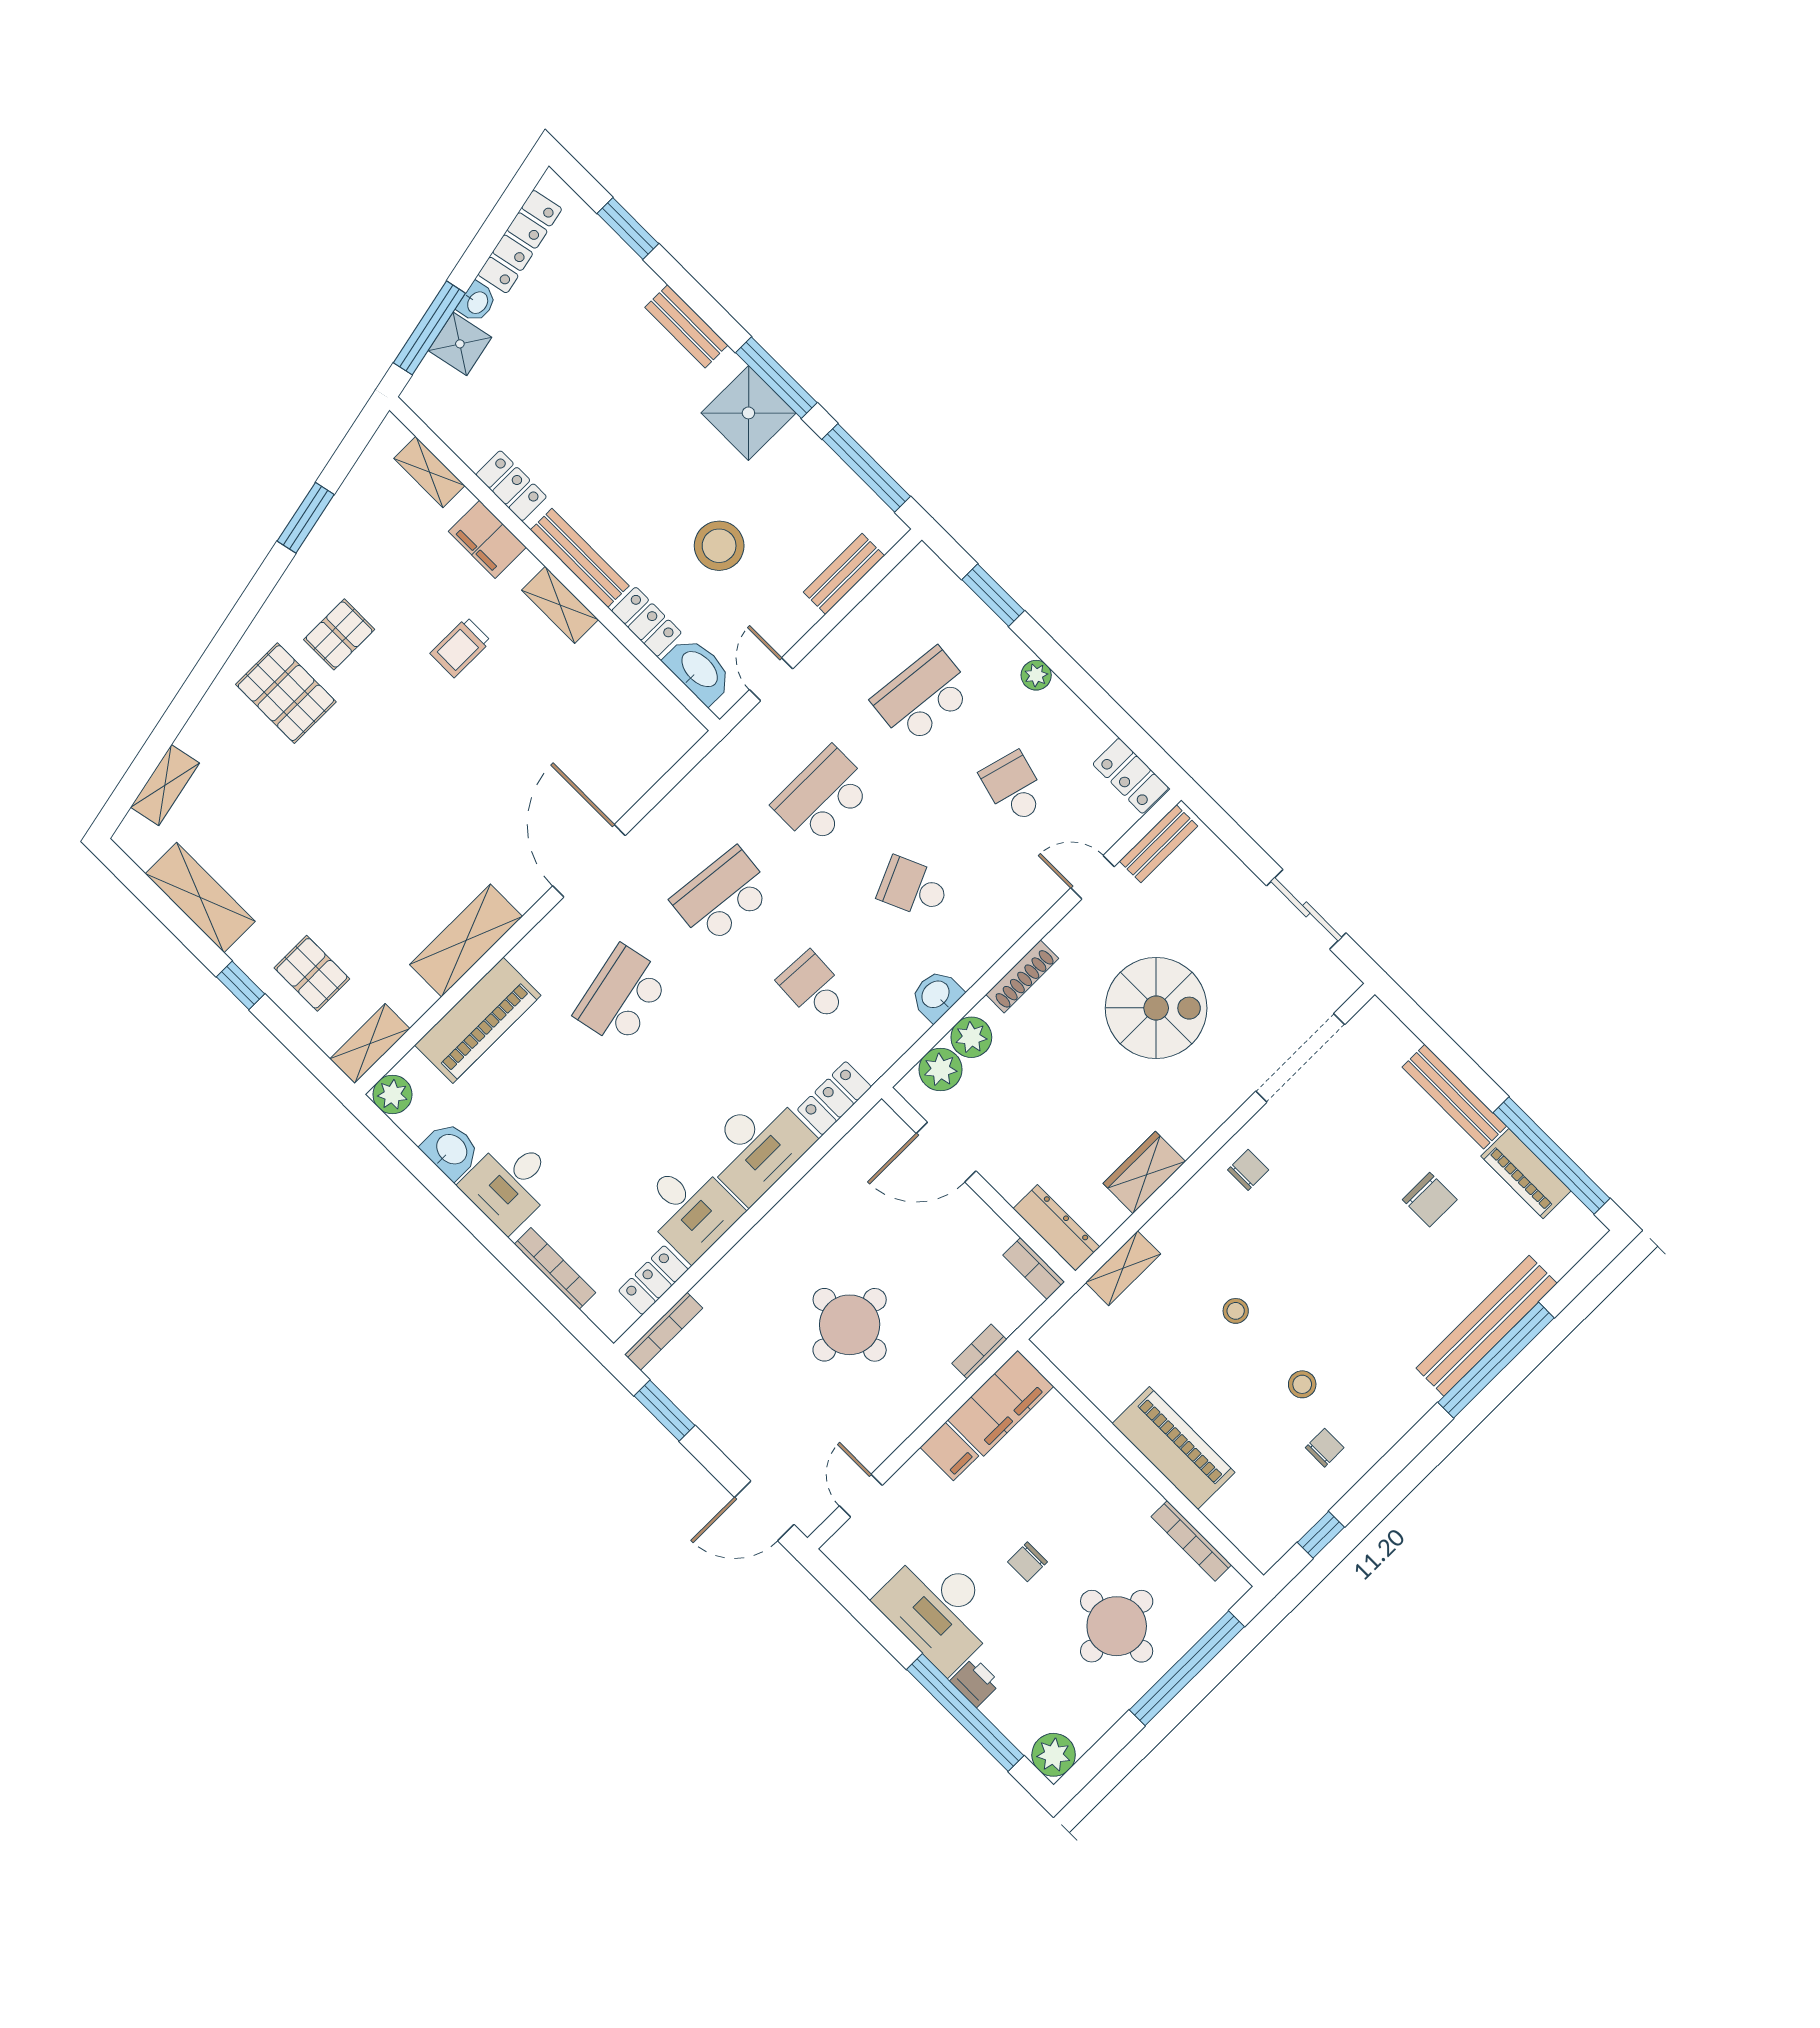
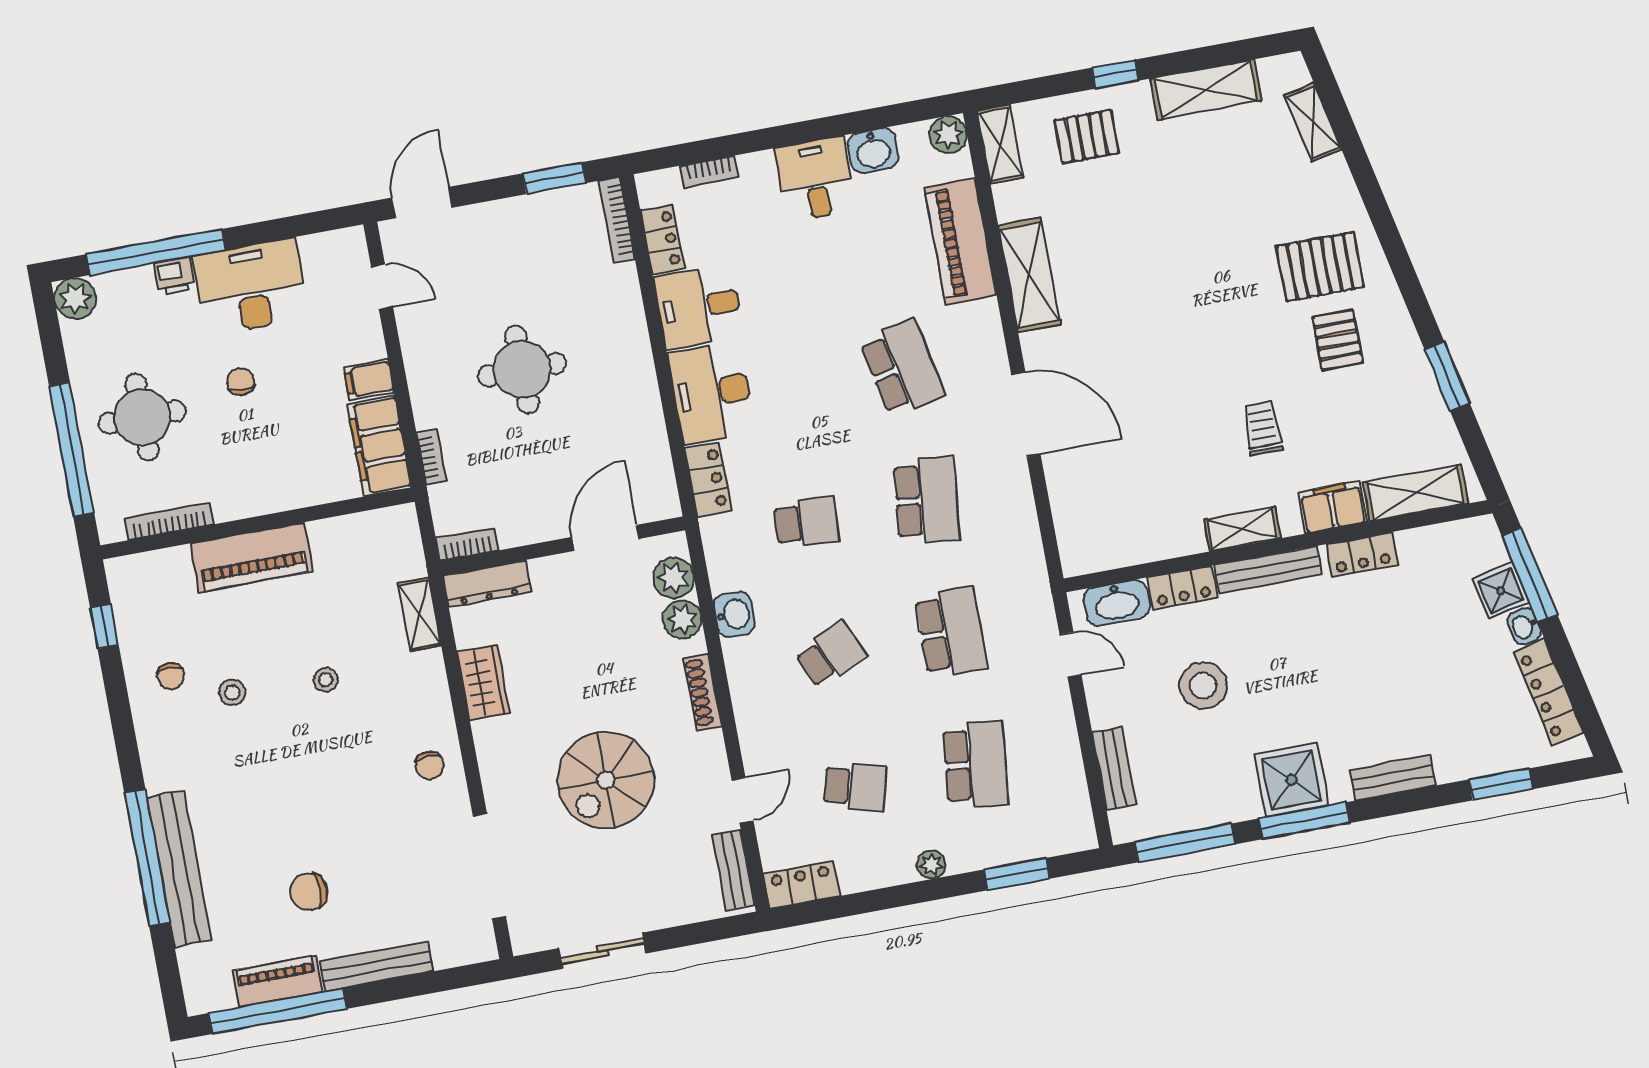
shelving: (429, 472) -> (1416, 493), width x1.50, depth x1.33
bookcase: (555, 1268) -> (709, 172), width x0.64

